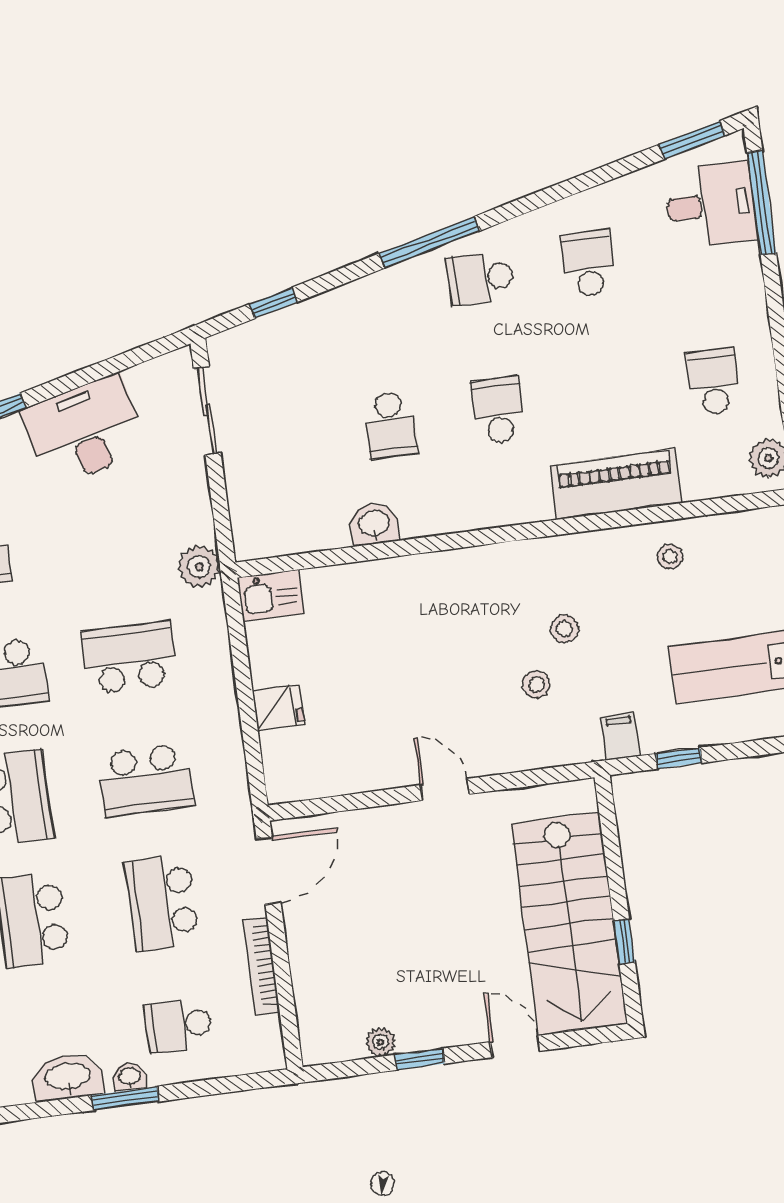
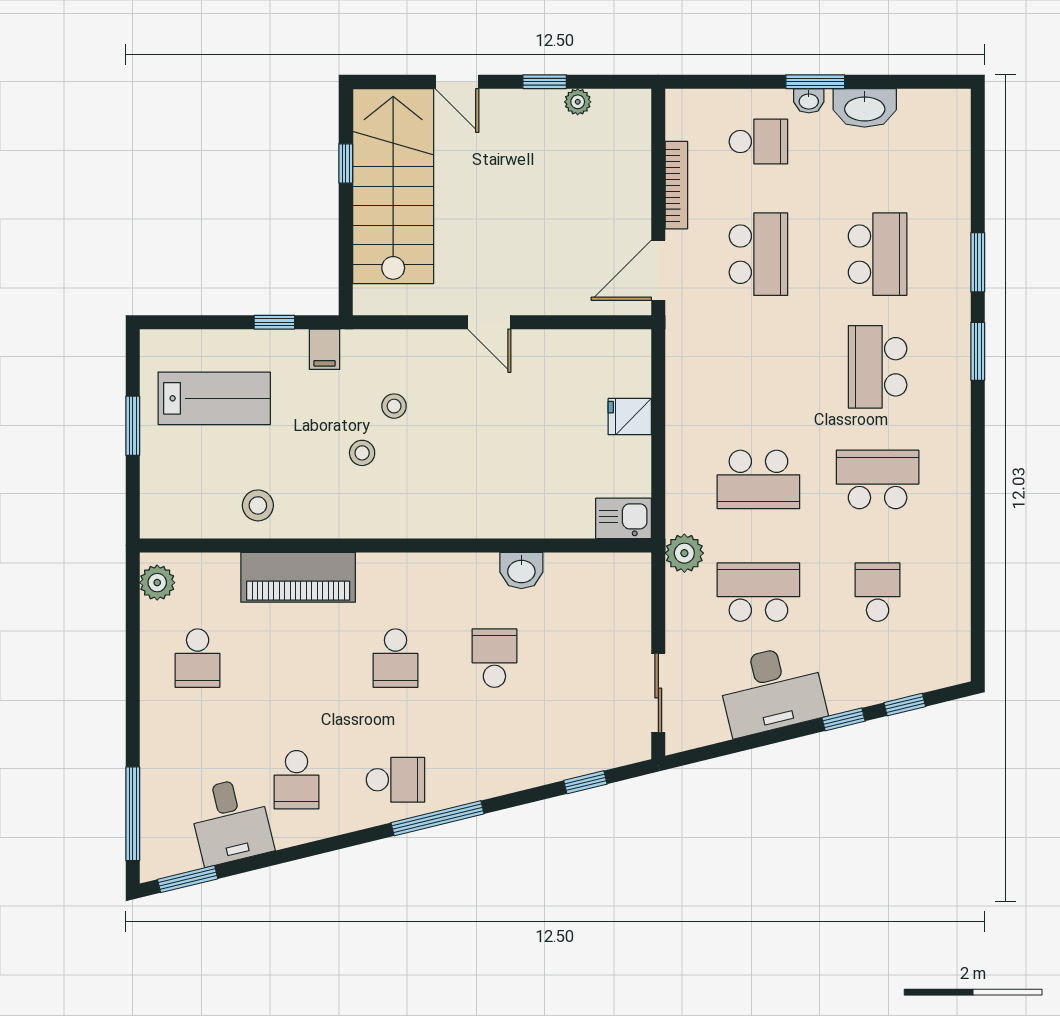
desk: (711, 205) -> (231, 821), moved, turned -104
stool: (670, 557) -> (258, 505), width x1.37, depth x1.37
school desk: (146, 780) -> (758, 592), moved

